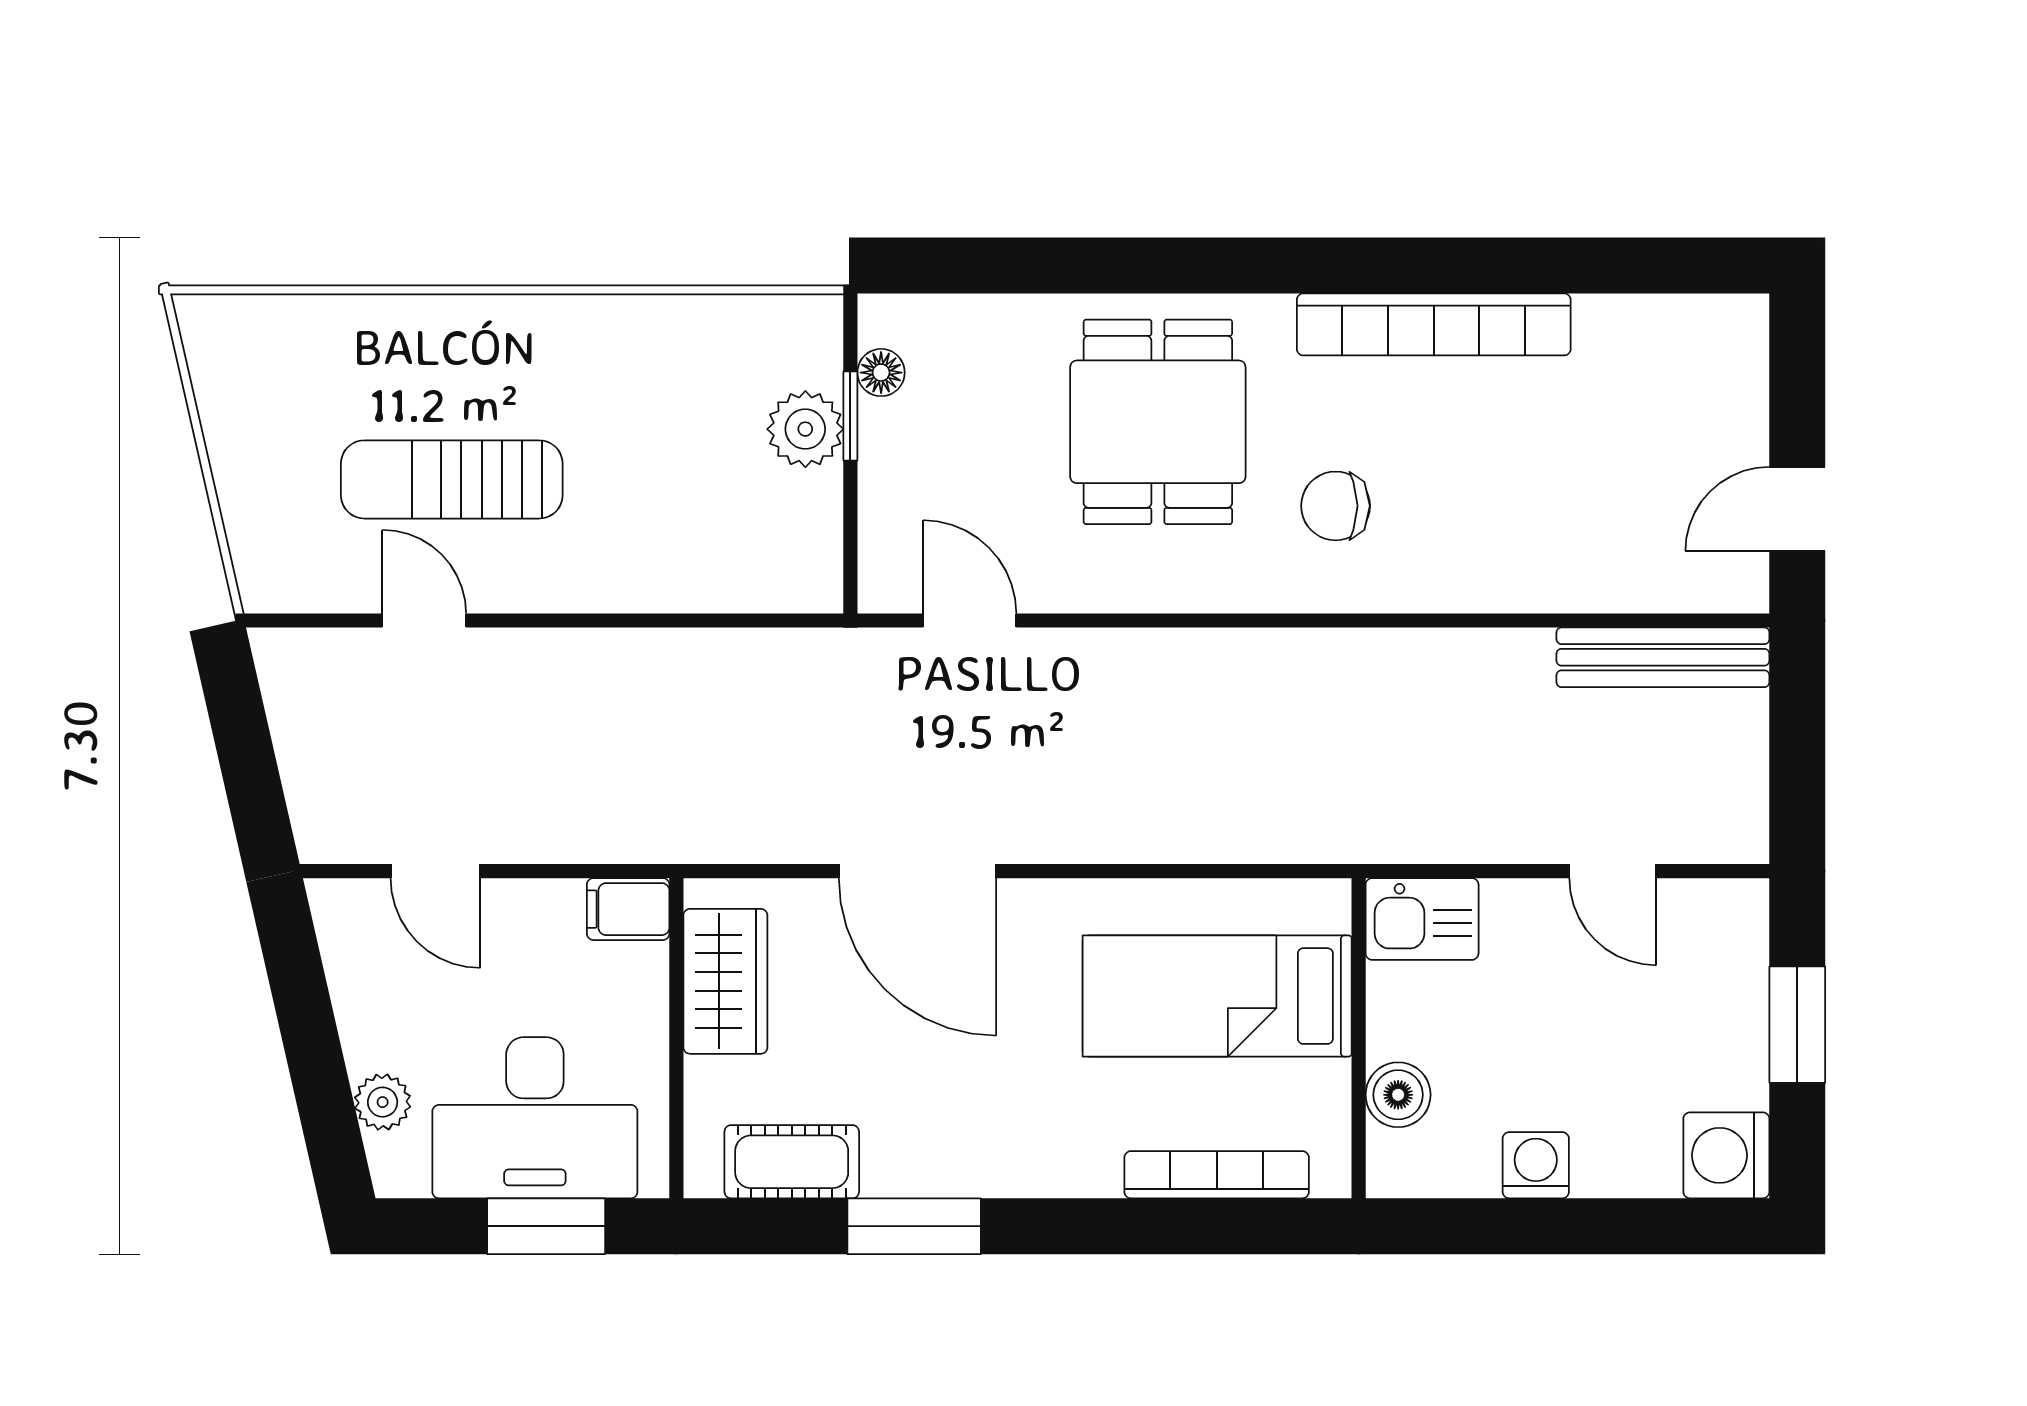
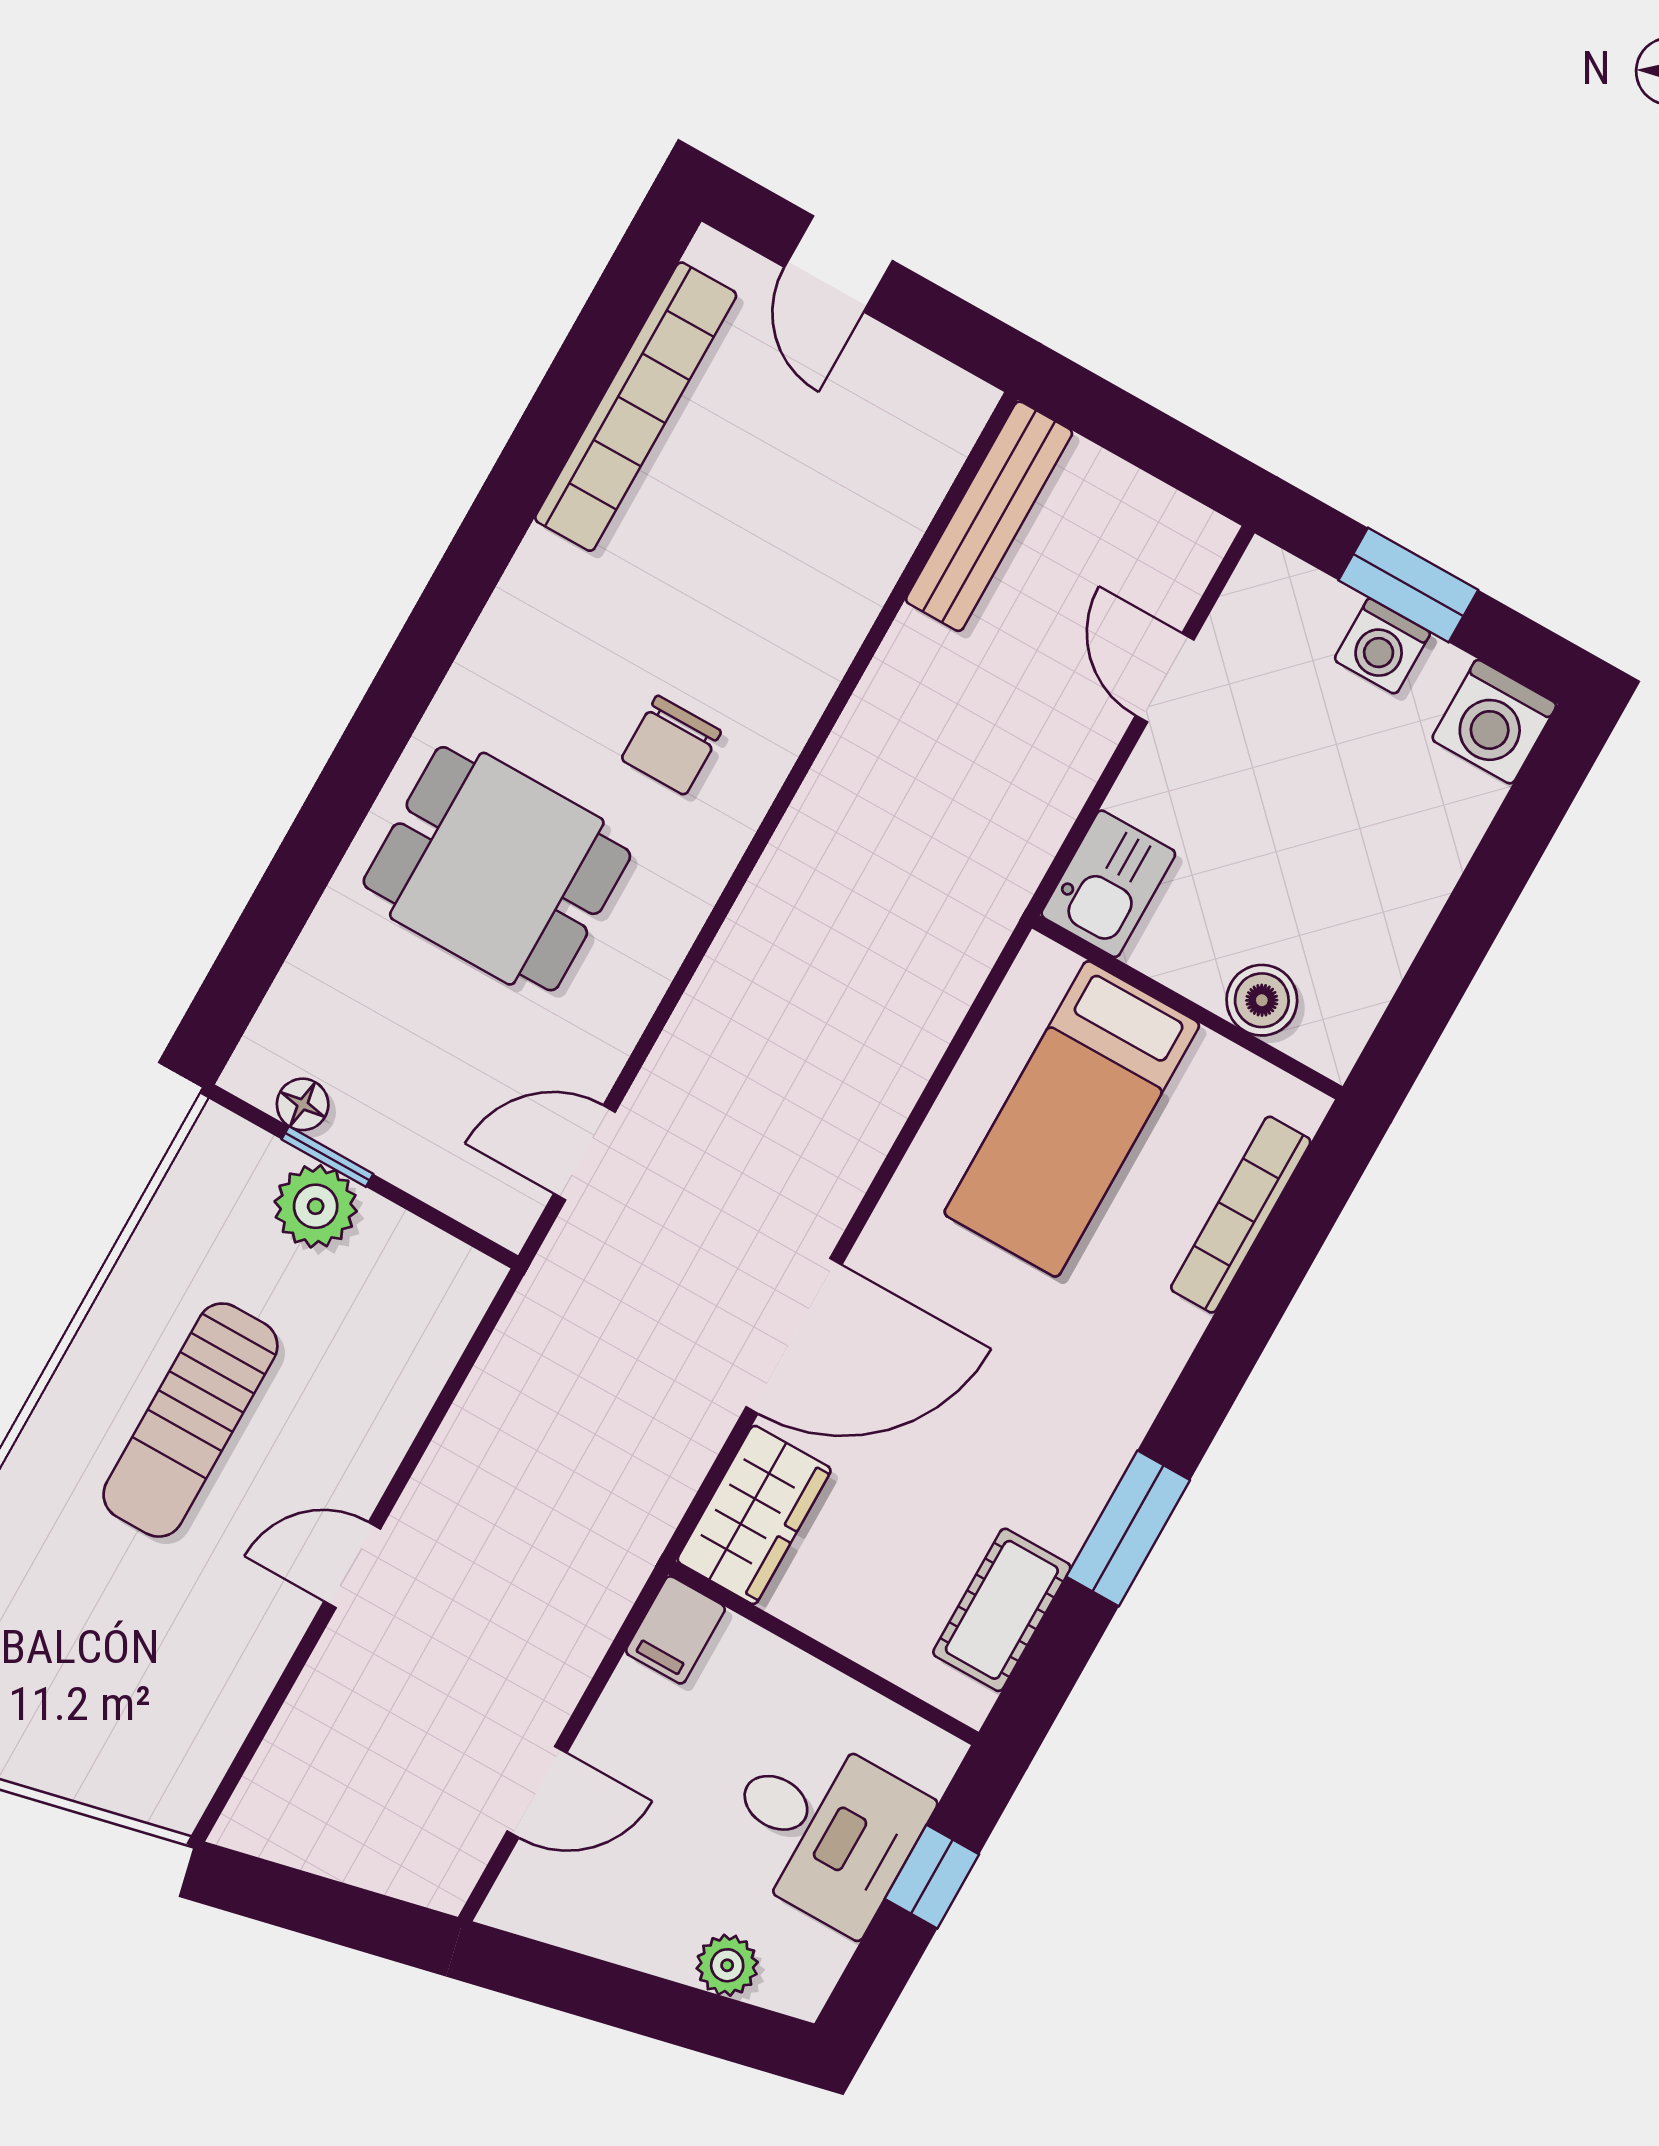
bookcase: (1434, 324) -> (636, 407), moved
sun lounger: (452, 479) -> (190, 1420), moved
door: (1797, 509) -> (839, 264), moved
door: (424, 621) -> (352, 1565), moved
door: (1613, 871) -> (1165, 678), swing flipped
wardrobe: (725, 981) -> (754, 1515), moved, turned 90
desk: (535, 1118) -> (823, 1829), width x0.73
washing machine: (1536, 1165) -> (1382, 646), moved, turned -90
window: (546, 1226) -> (932, 1877), width x0.67

